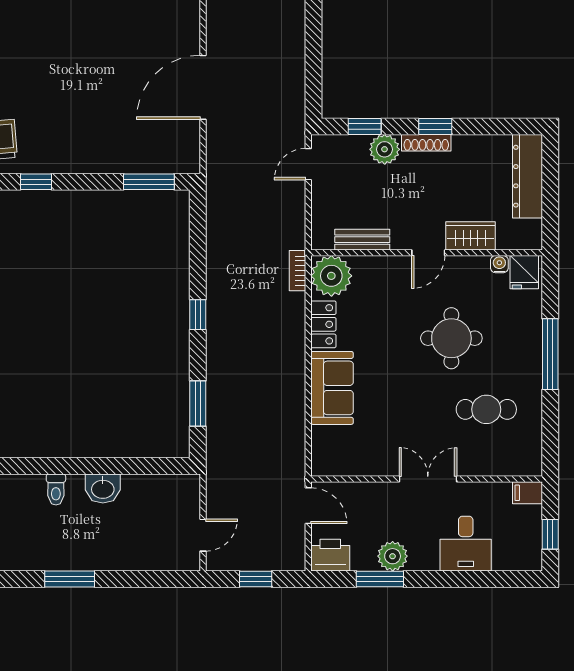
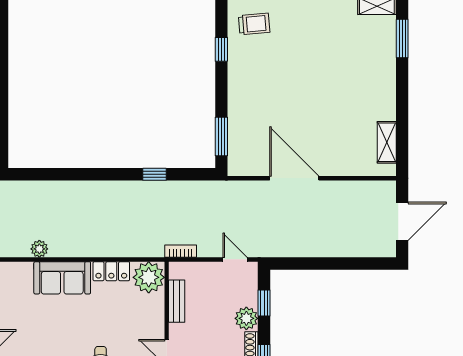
bookcase: (297, 271) -> (181, 251), moved
window: (198, 315) -> (155, 174), moved
window: (198, 404) -> (50, 174), removed
plant: (294, 418) -> (39, 249), added

